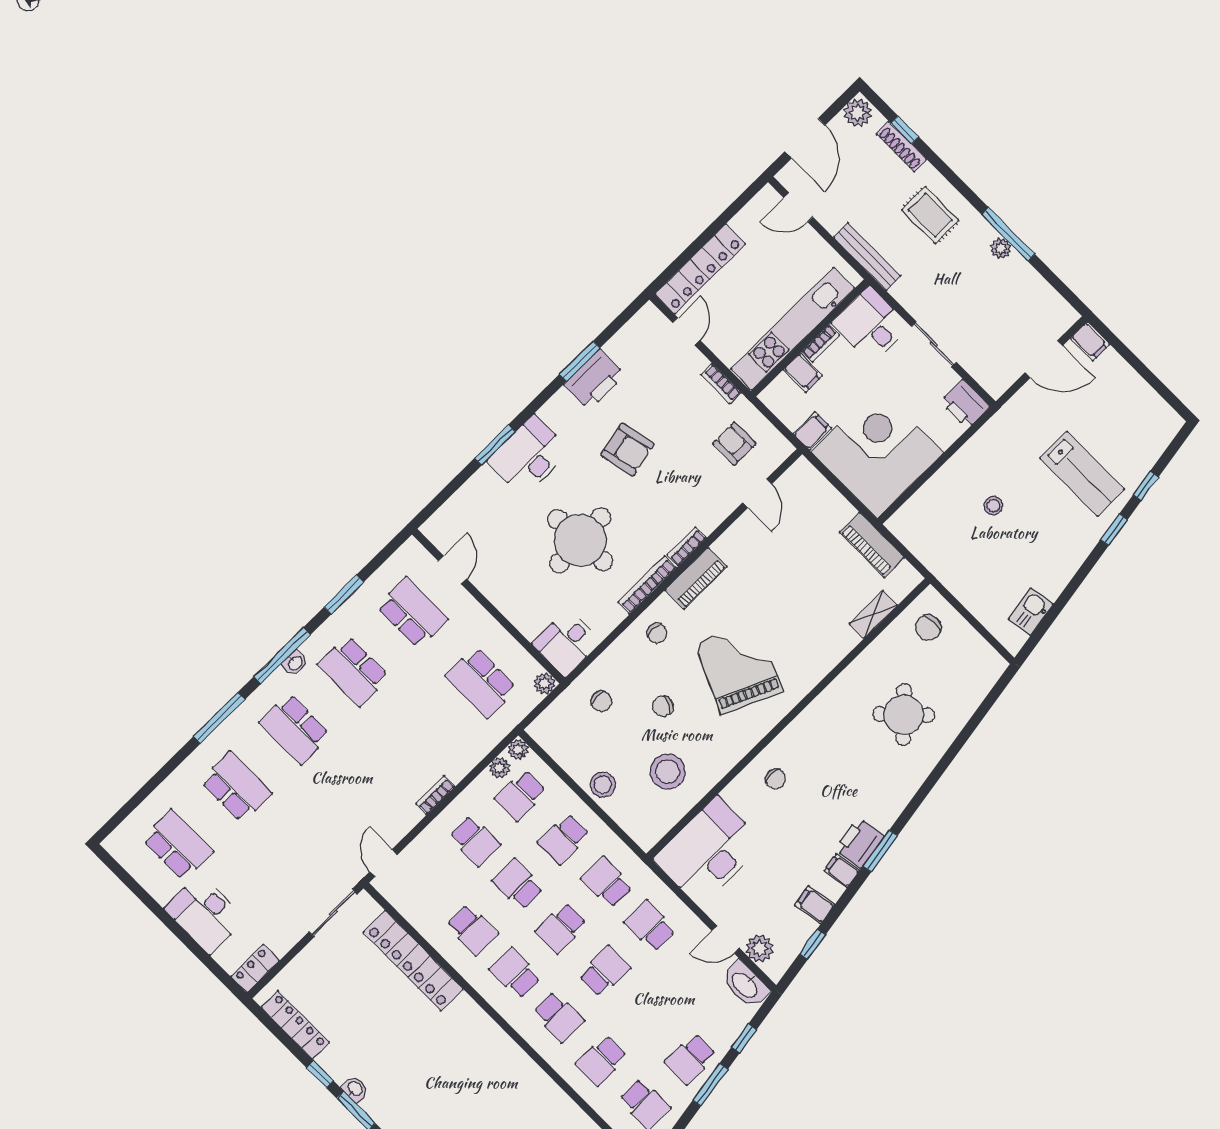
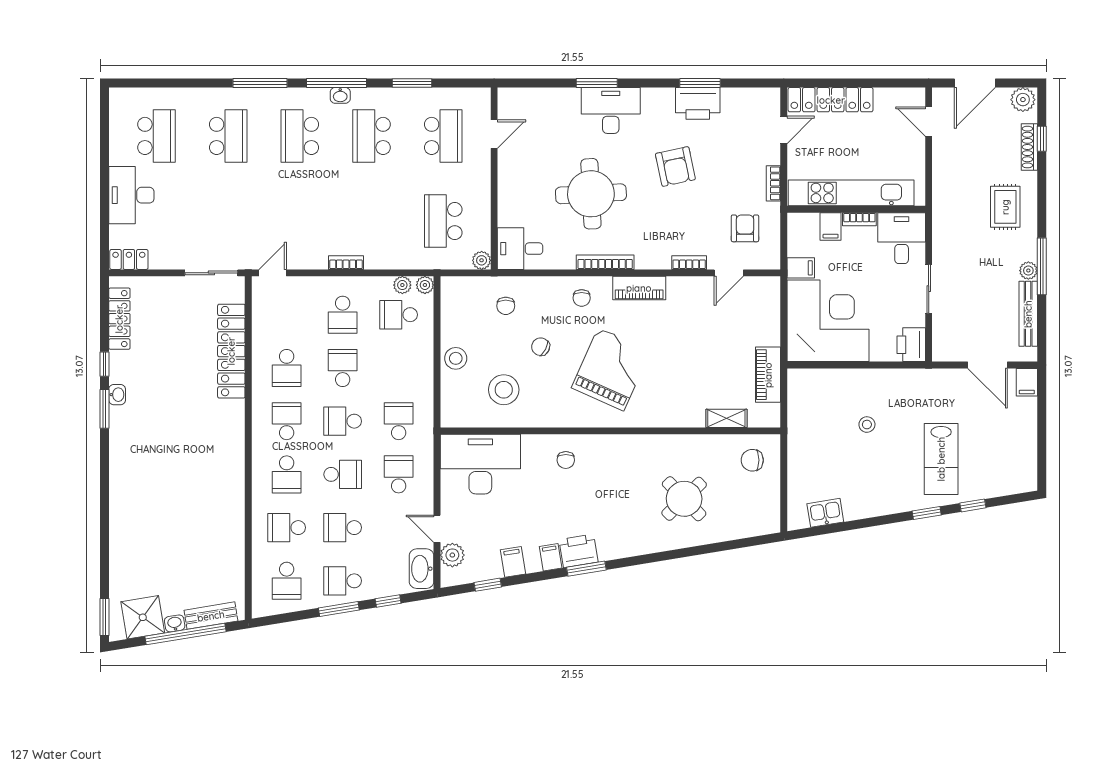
bench: (867, 256) -> (1028, 314), moved
bookcase: (687, 546) -> (689, 263), moved
school desk: (564, 839) -> (343, 528), moved

